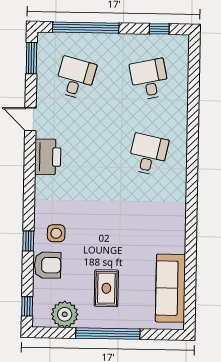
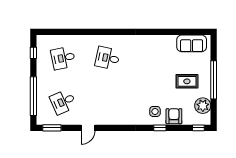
desk: (75, 78) -> (63, 102), turned -39
printer: (48, 157) -> (110, 117), removed
sofa: (171, 288) -> (192, 43), width x0.73

